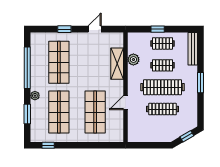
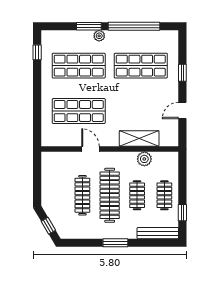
door: (95, 29) -> (182, 111), swing flipped
window: (158, 29) -> (182, 213), moved
window: (27, 114) -> (89, 26), moved

